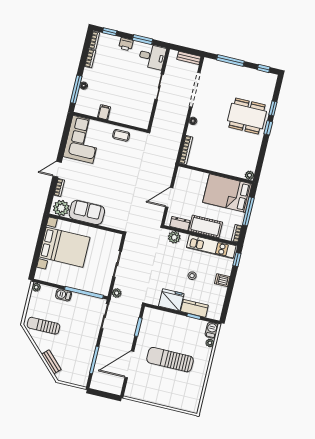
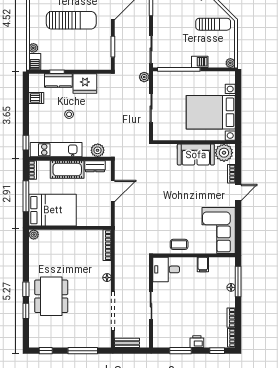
desk: (152, 57) -> (166, 269), moved
dining table: (247, 116) -> (51, 296), turned 90
dishwasher: (222, 280) -> (36, 98), moved

